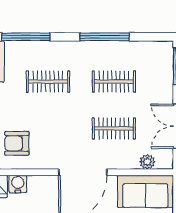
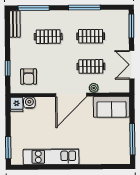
armchair: (17, 143) -> (29, 77), turned -90
plant: (147, 162) -> (94, 88), moved

